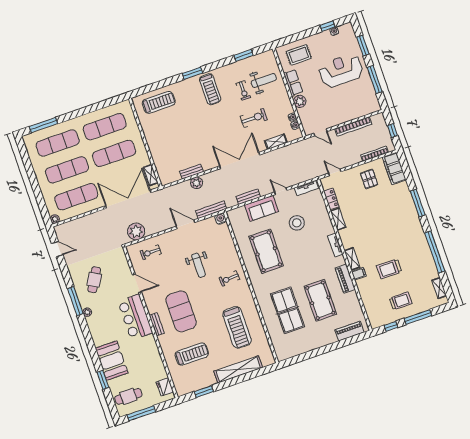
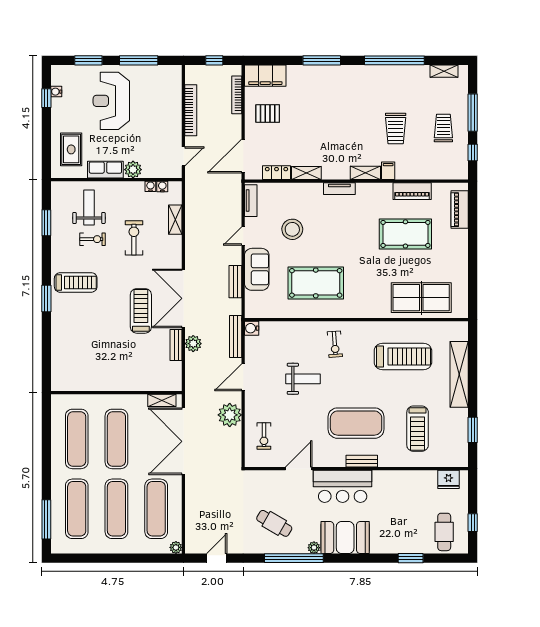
treadmill: (159, 102) -> (141, 311), moved
double door: (240, 160) -> (183, 298), moved
door: (335, 172) -> (243, 156), width x1.88
plant: (136, 231) -> (230, 415), moved
piano: (345, 279) -> (412, 191), moved
window: (75, 301) -> (294, 558), width x1.46
table tennis table: (288, 310) -> (421, 298), moved
treadmill: (192, 354) -> (418, 429), turned 180
booth: (112, 361) -> (345, 538), moved
window: (141, 413) -> (473, 523), width x0.46

